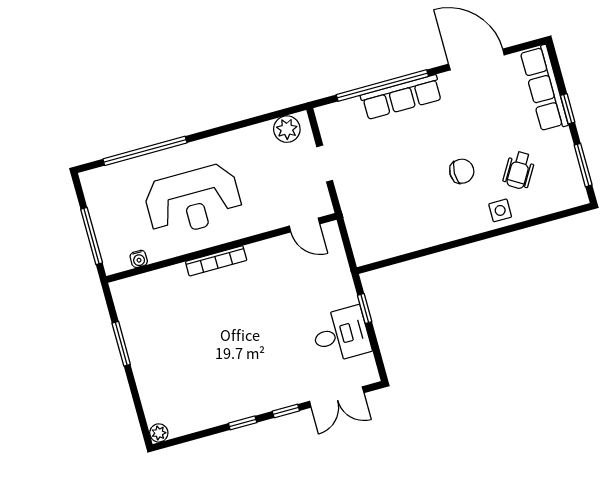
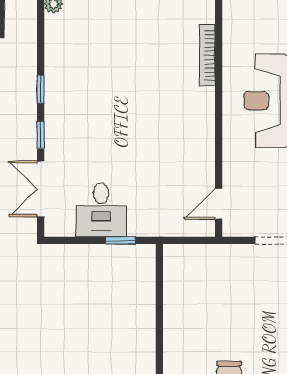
water cooler: (139, 259) -> (230, 31), removed
bookcase: (216, 261) -> (207, 56), moved

